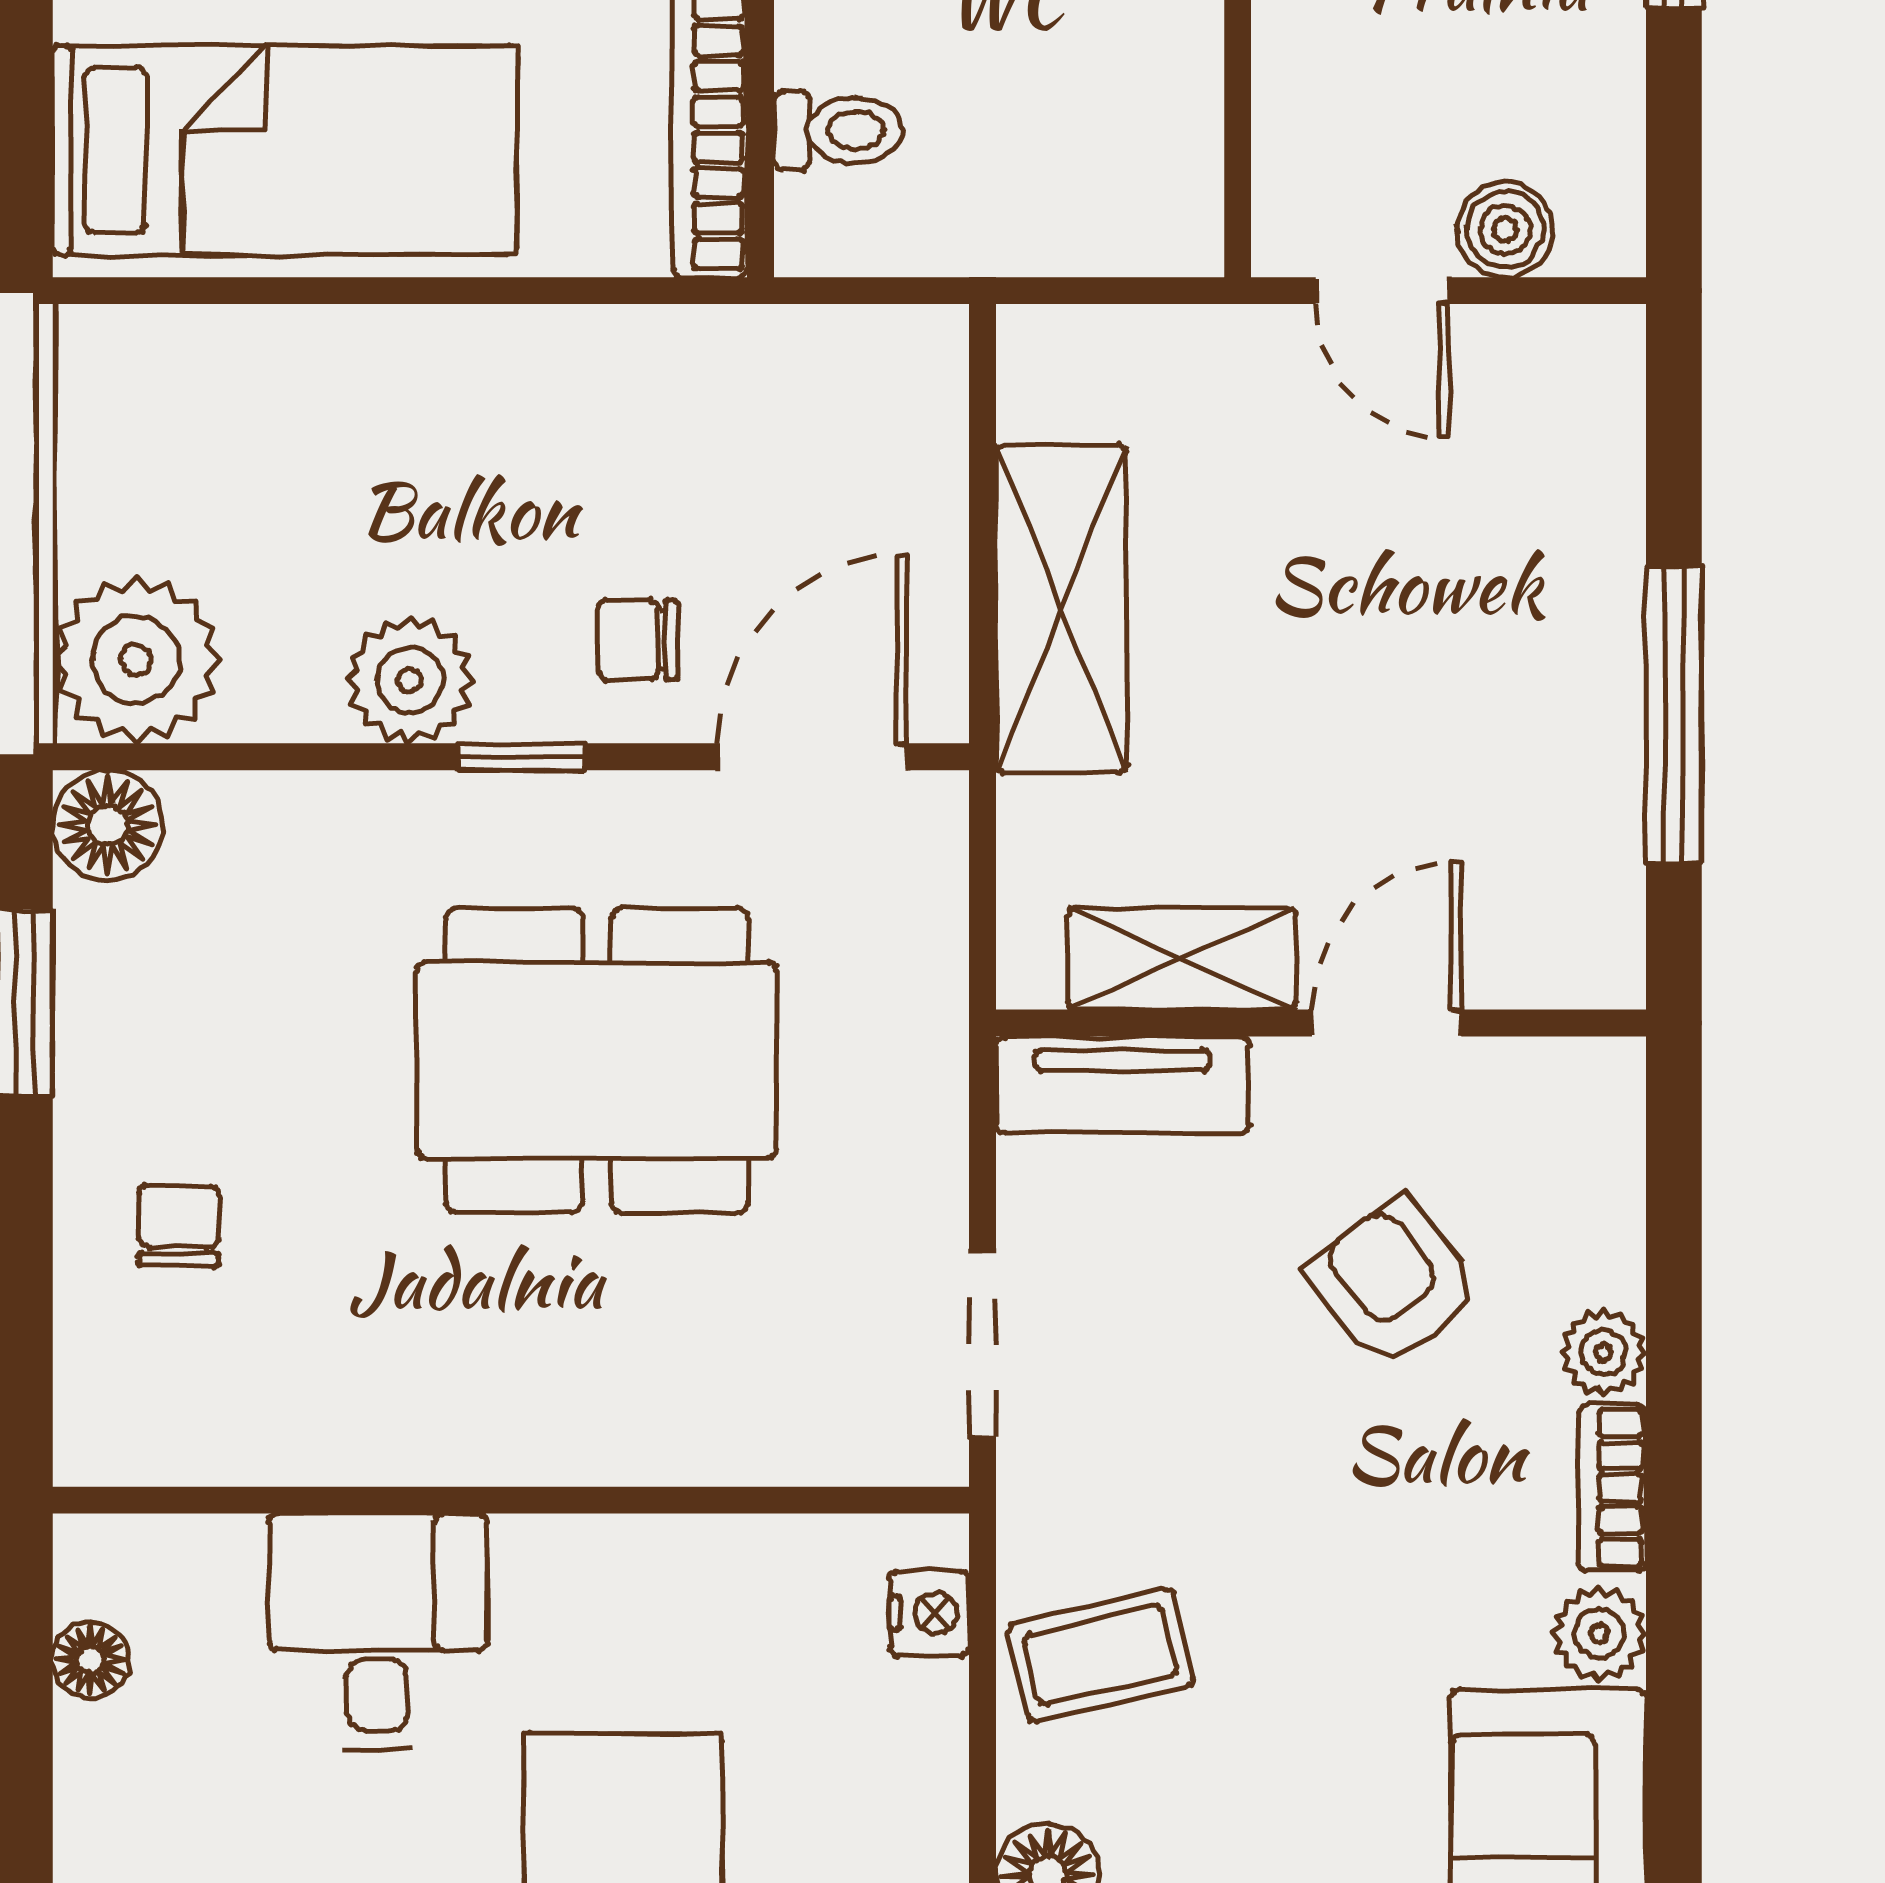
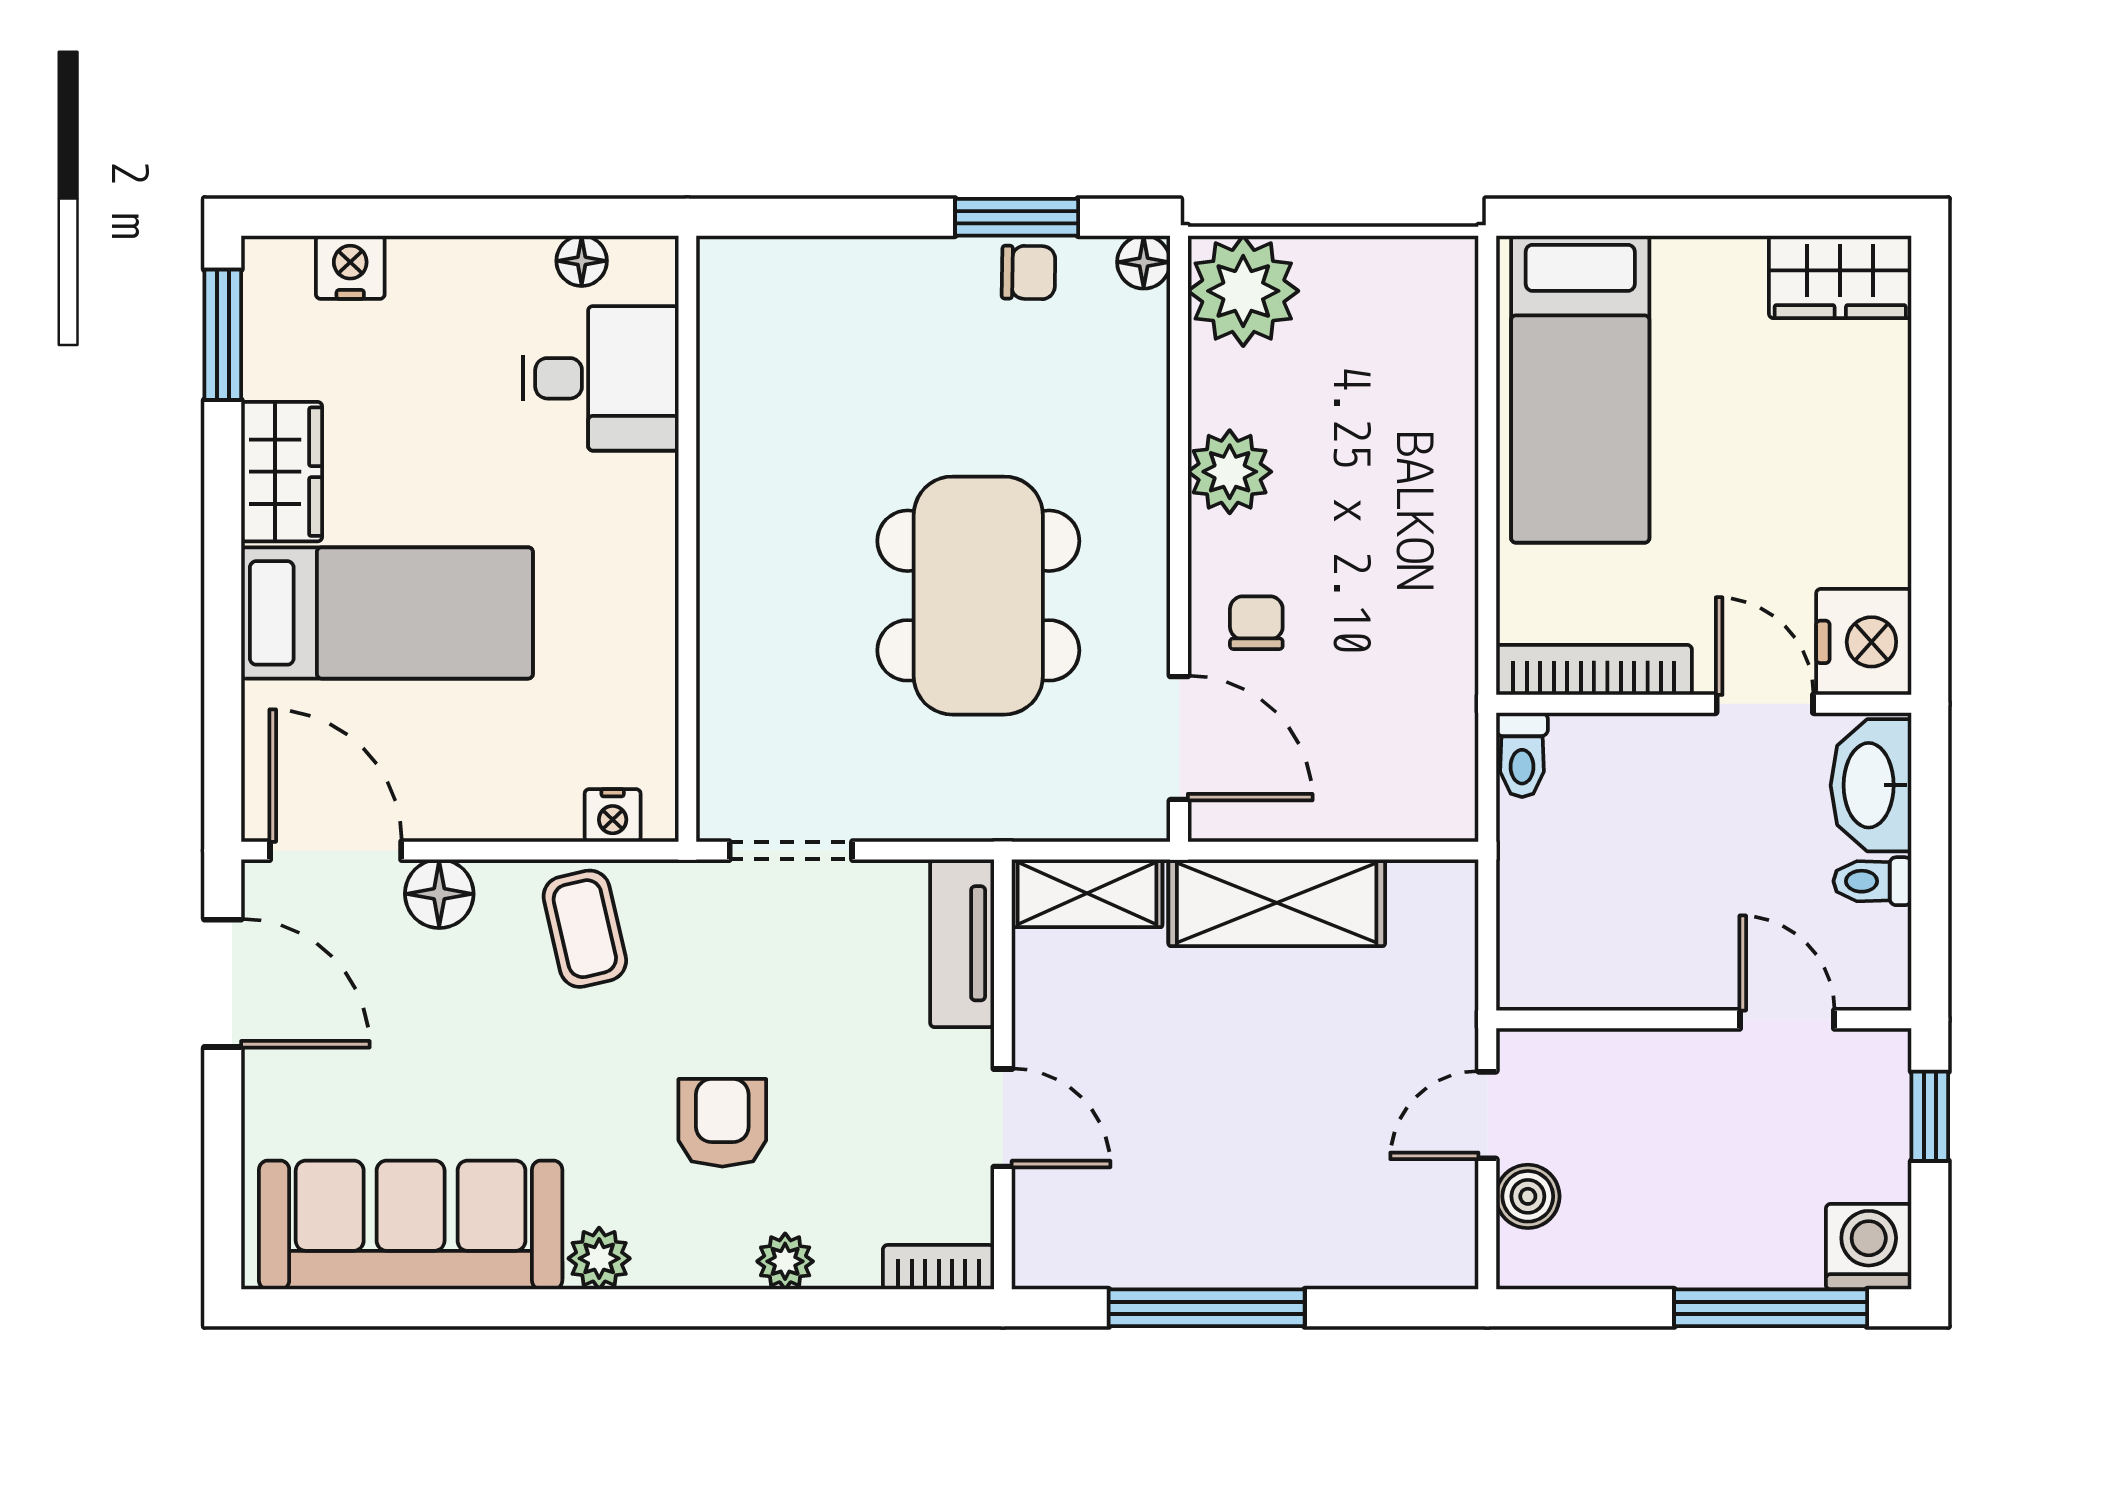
toilet: (838, 130) -> (1522, 755), moved
window: (522, 757) -> (1179, 546), removed
floor lamp: (108, 825) -> (1144, 262), width x0.73, depth x0.73
shelving: (1182, 958) -> (1087, 893), moved, turned 90
chair: (179, 1226) -> (1028, 272), moved
armchair: (1393, 1282) -> (722, 1123), moved, turned -52
bookcase: (1612, 1488) -> (939, 1267), moved
desk: (378, 1631) -> (601, 378), moved

